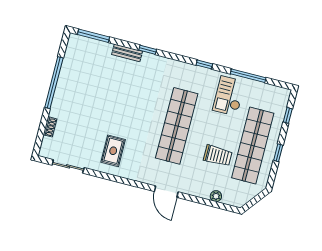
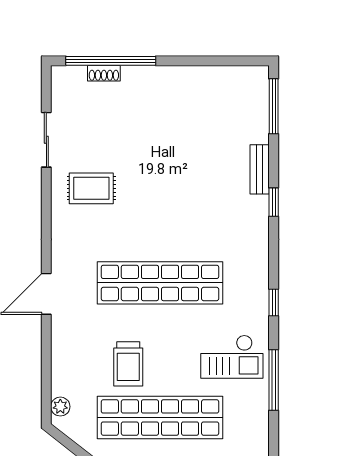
window: (54, 83) -> (111, 61), moved
checkout: (229, 96) -> (232, 357), turned 180
sliding door: (68, 166) -> (46, 140), moved
plant: (216, 196) -> (60, 407), moved

